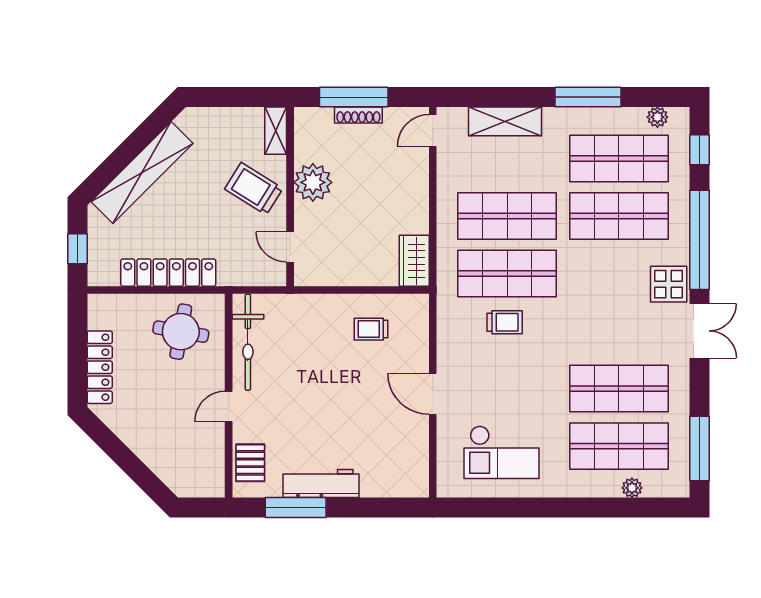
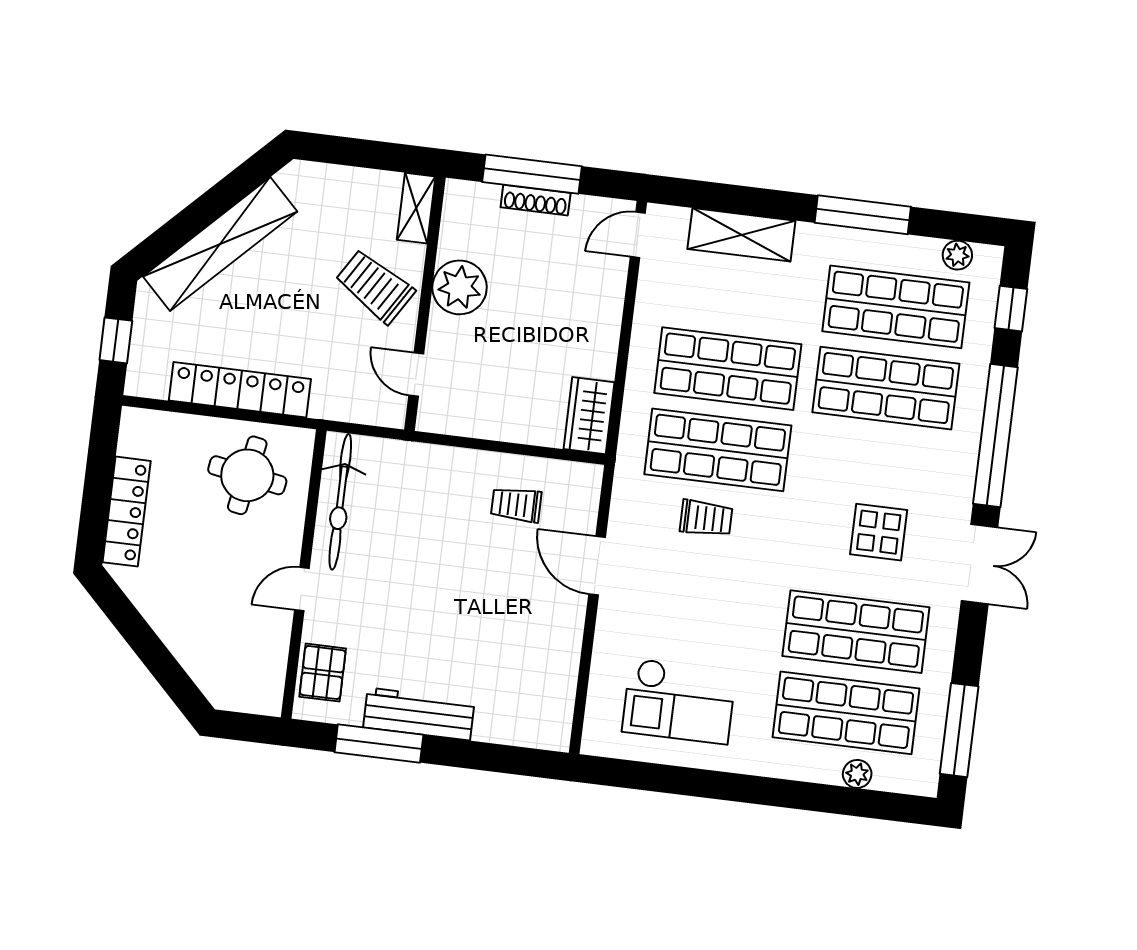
display table: (669, 284) -> (879, 532), moved
door: (433, 394) -> (597, 566), moved

